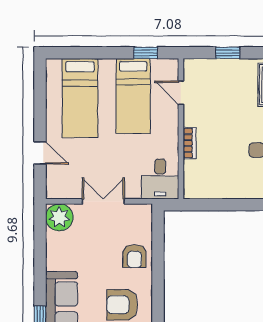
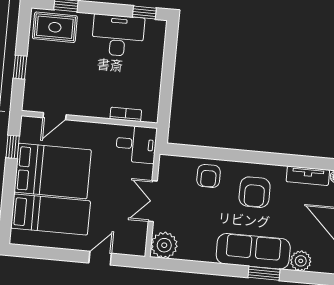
bed: (133, 96) -> (53, 171), width x1.50
bookcase: (190, 143) -> (126, 114), moved
armchair: (134, 256) -> (209, 176), turned 90

